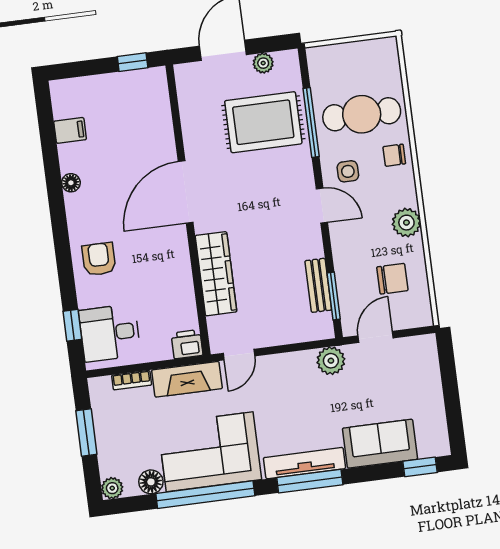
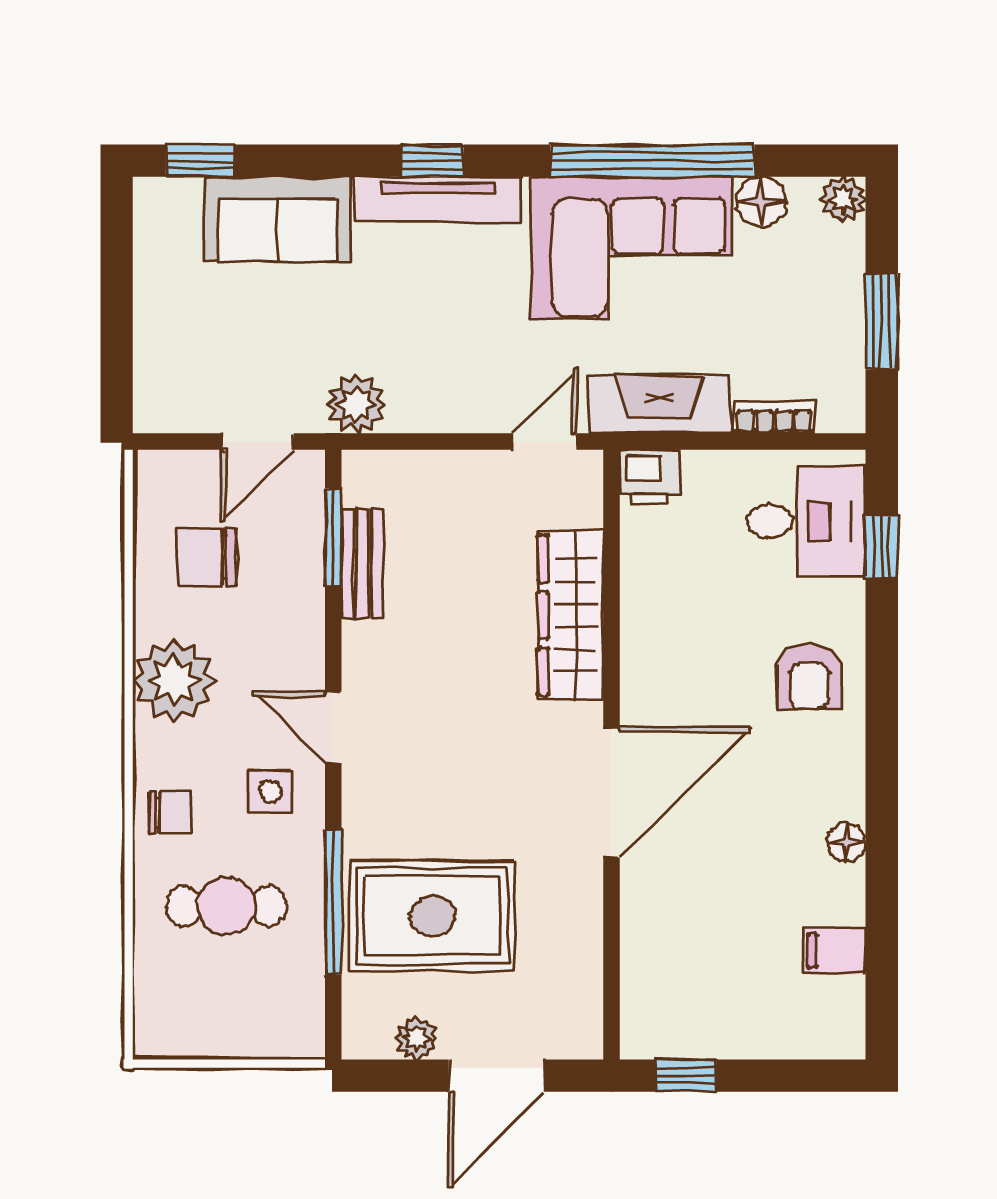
cafe table: (362, 114) -> (226, 906), width x0.73, depth x0.74
plant: (406, 223) -> (174, 681), width x1.36, depth x1.36
window: (310, 481) -> (432, 161), width x0.46

